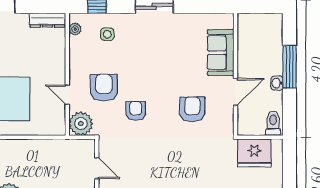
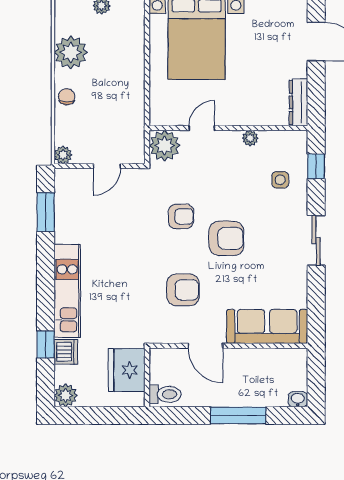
plant: (75, 29) -> (250, 138), moved
sofa: (221, 53) -> (267, 326), width x1.36
washbasin: (277, 83) -> (298, 399), moved
armchair: (104, 88) -> (226, 238), moved

